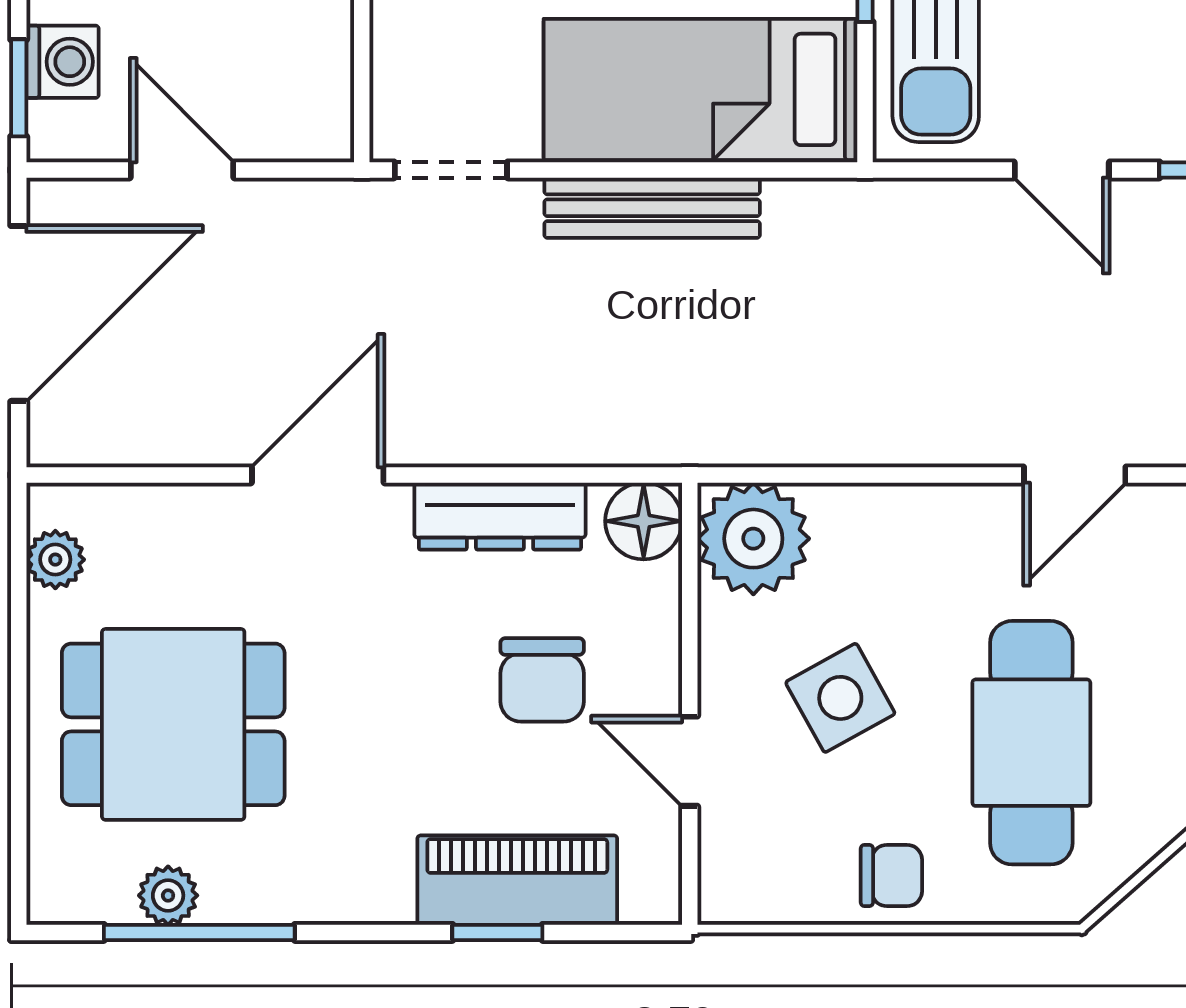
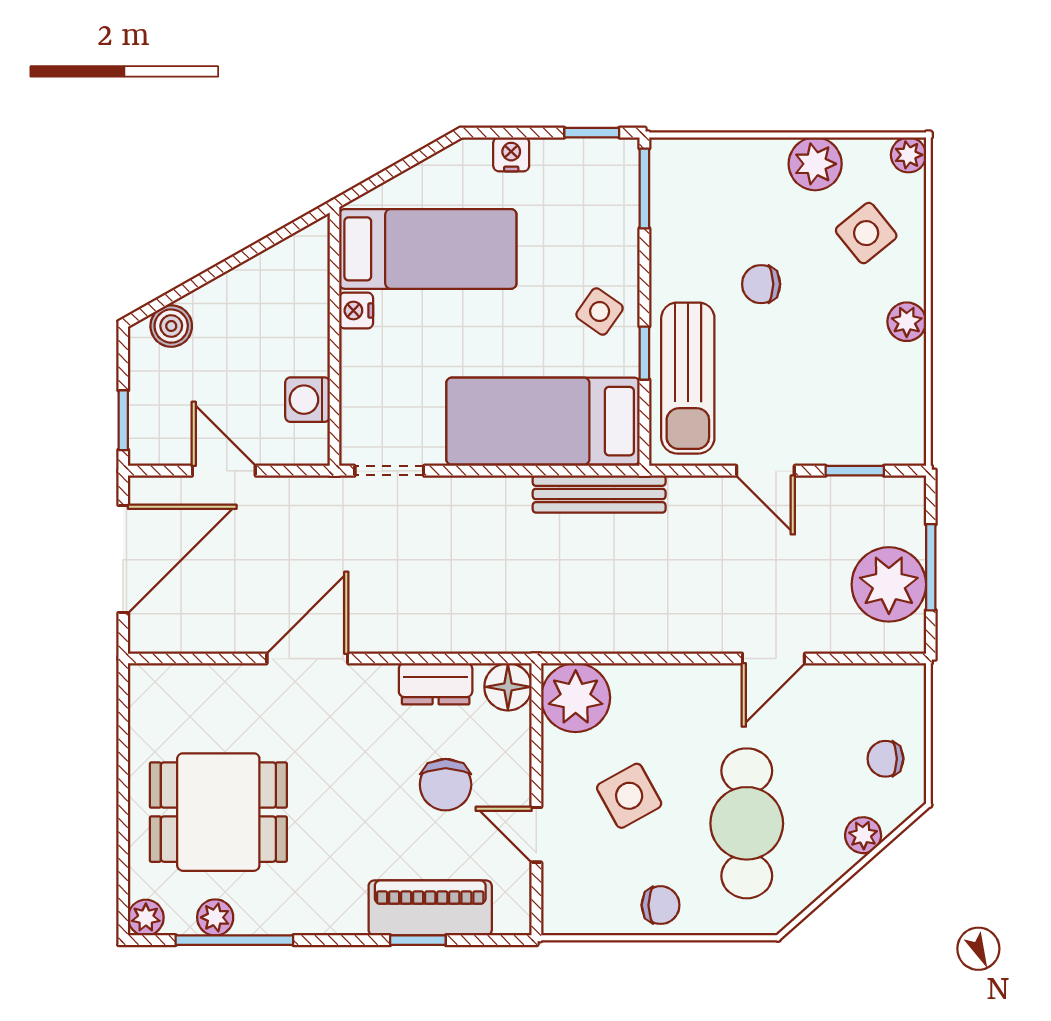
washing machine: (63, 62) -> (307, 400), moved, turned 180
bench: (652, 208) -> (599, 494), moved
dresser: (500, 516) -> (436, 684), width x0.70
plant: (55, 560) -> (146, 918), moved

